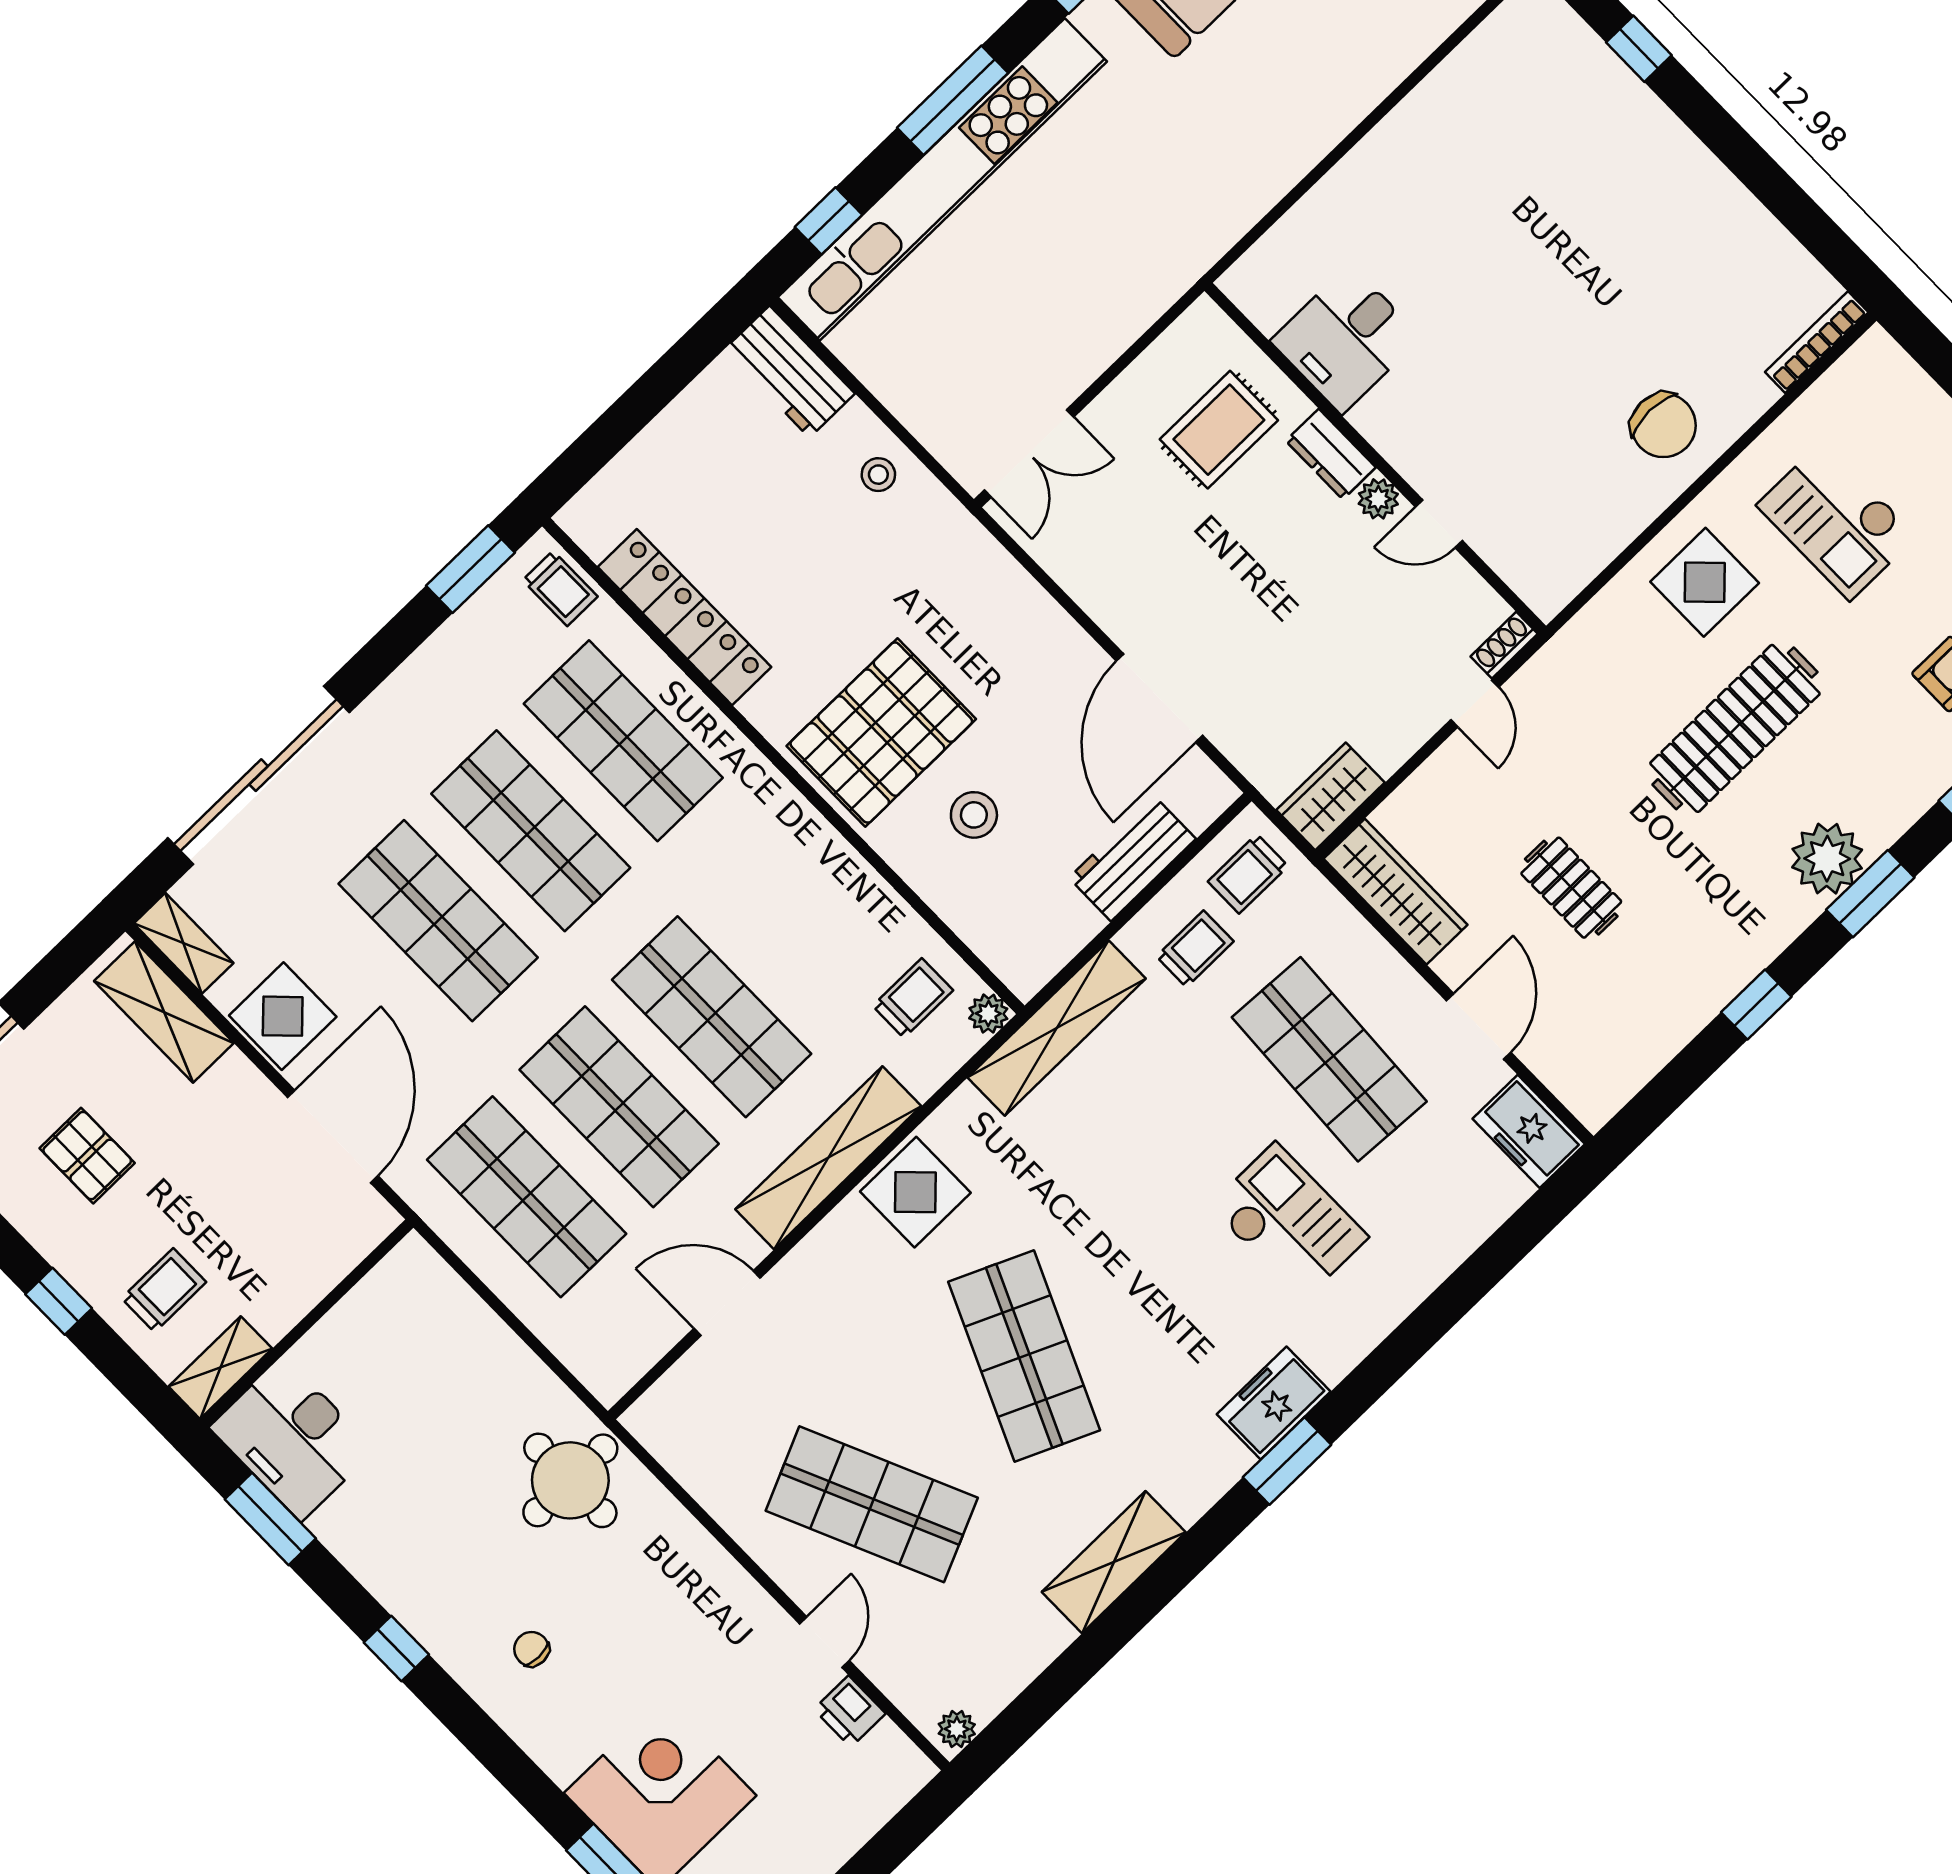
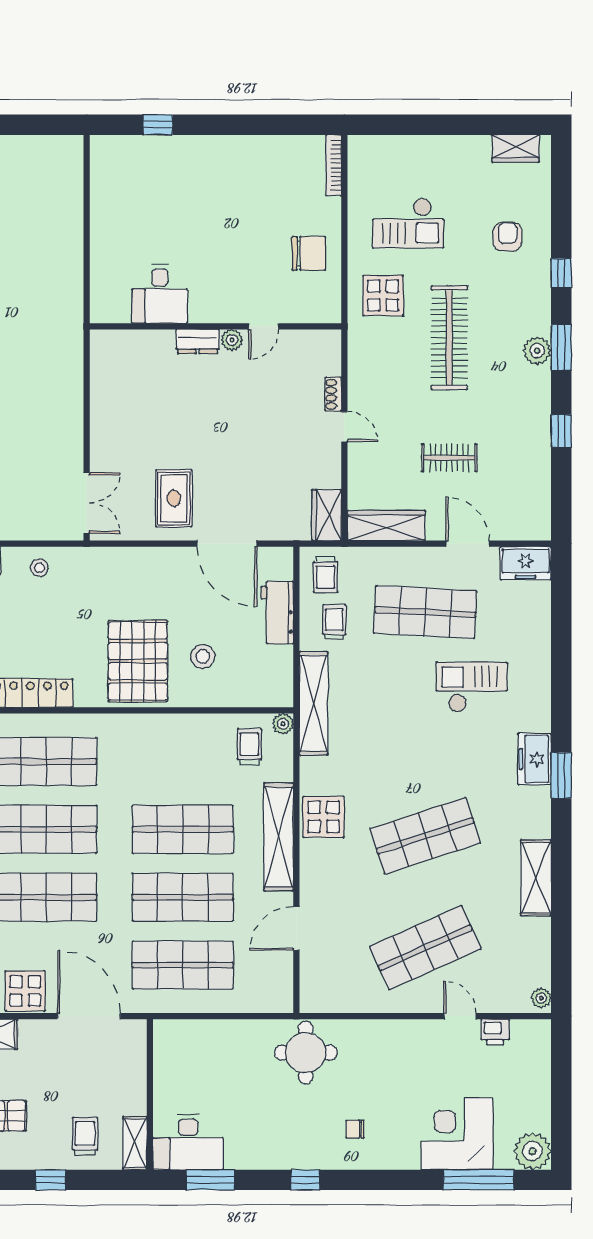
desk: (1346, 339) -> (160, 294), moved
rug: (1219, 430) -> (174, 498), moved
dresser: (1331, 454) -> (198, 342), moved
wall: (1375, 458) -> (216, 326), moved
plant: (1378, 499) -> (232, 340), moved
door: (1439, 524) -> (264, 326), moved
plant: (1827, 859) -> (537, 351), width x0.73, depth x0.73
shop shelf: (1024, 1356) -> (425, 836), turned -42

